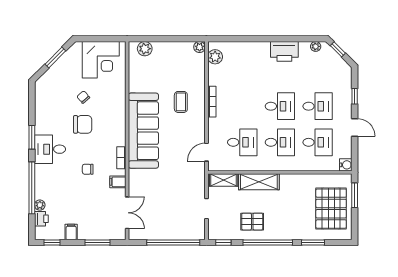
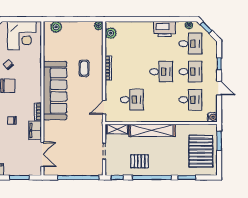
desk: (280, 142) -> (190, 44), moved
filing cabinet: (118, 182) -> (35, 130), width x2.00
shelving: (259, 182) -> (152, 130), width x1.47

